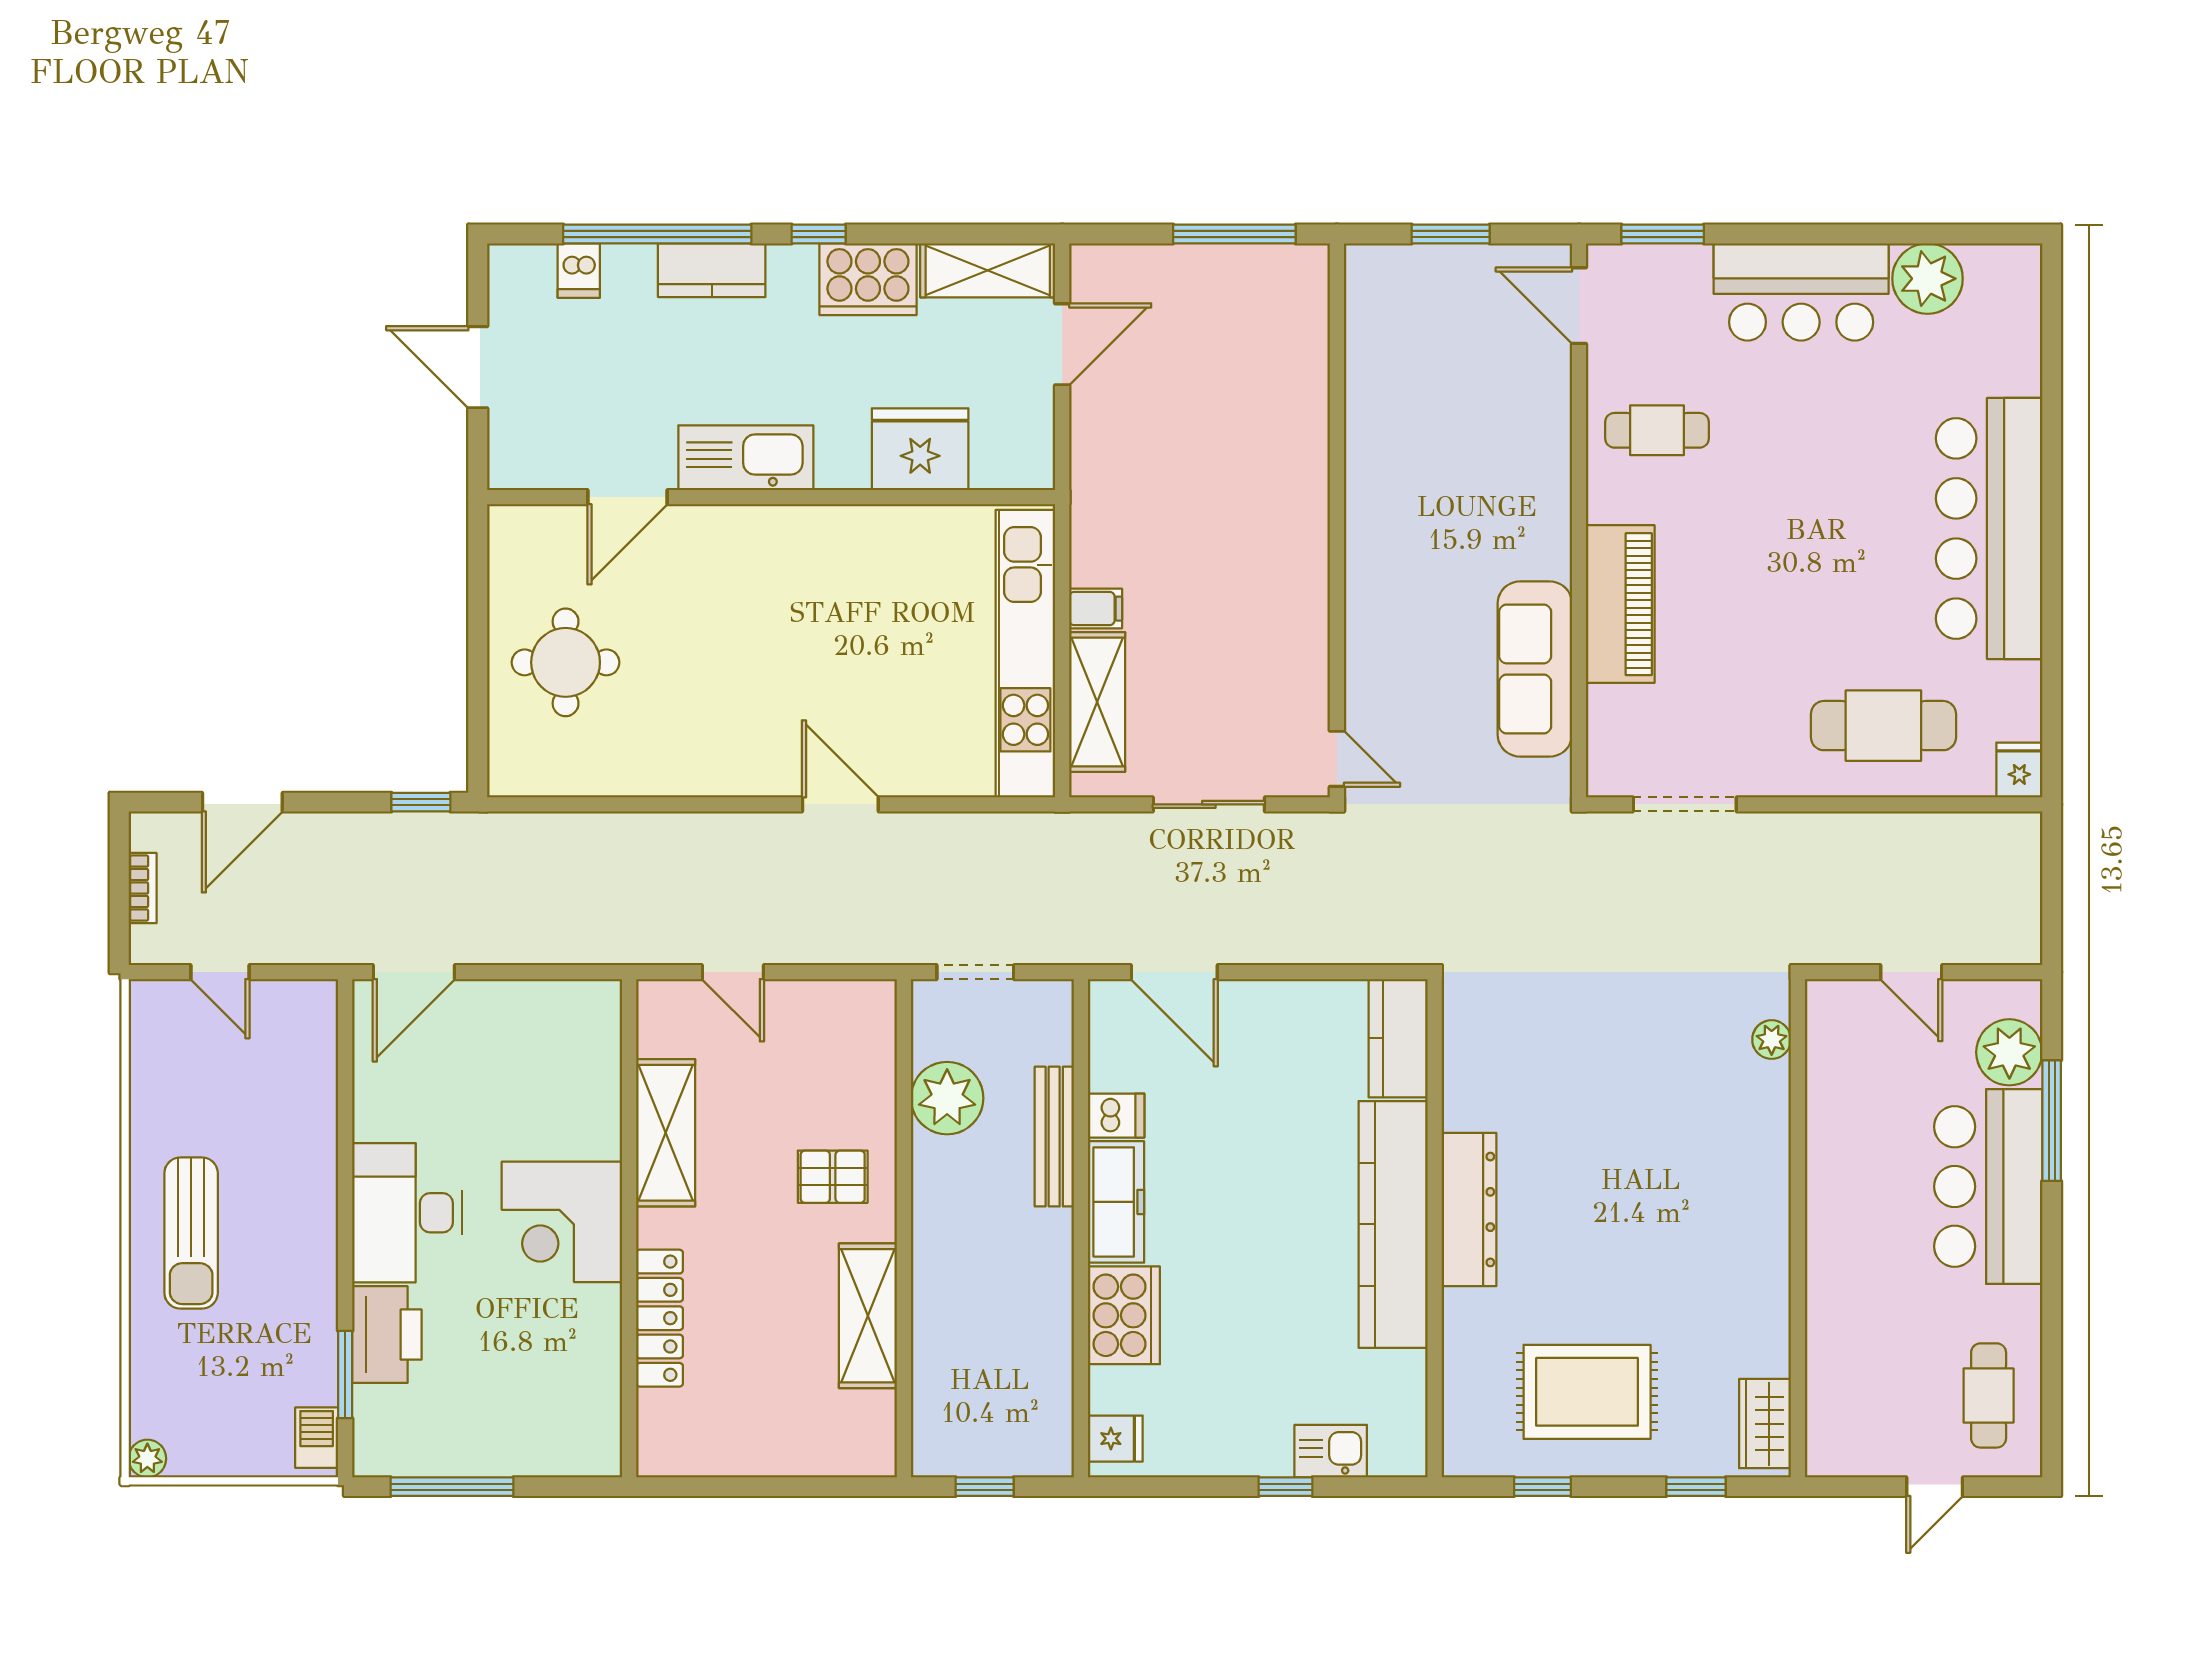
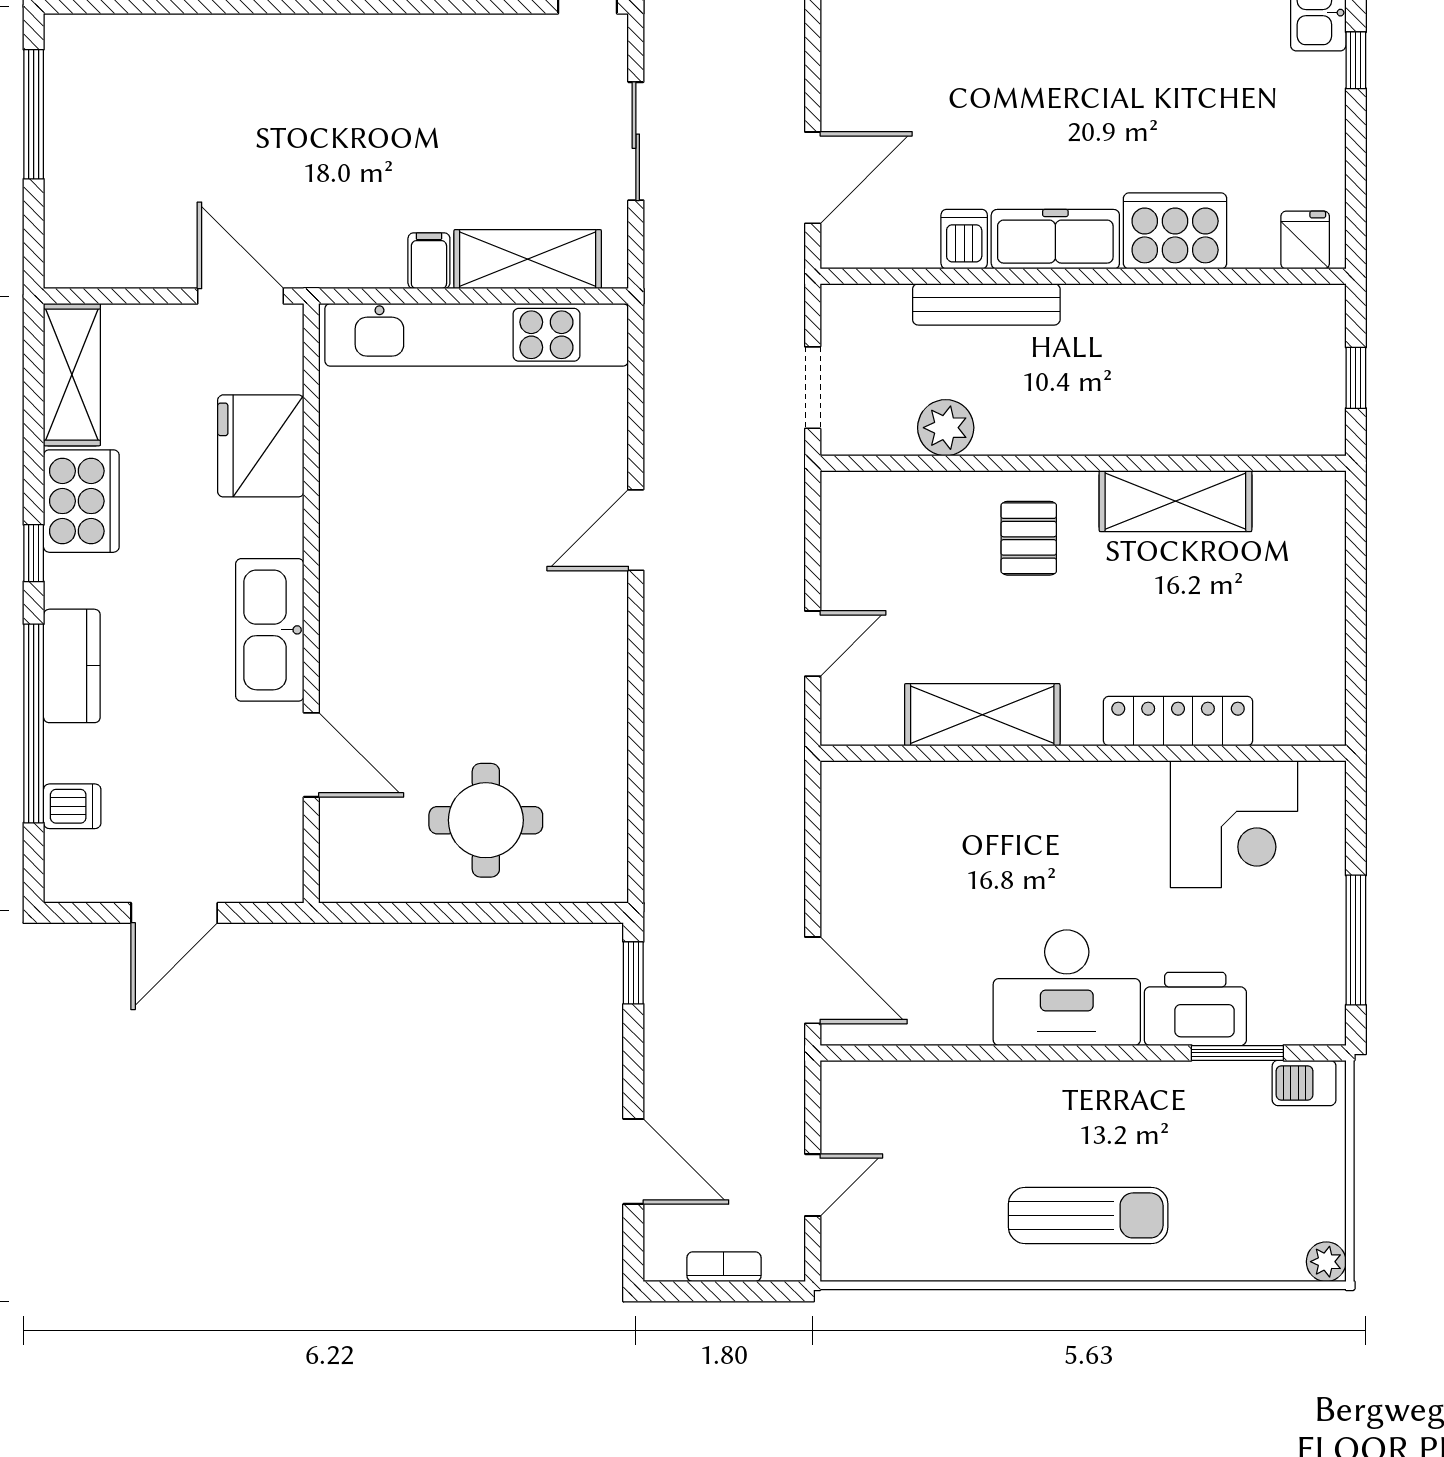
door: (1062, 344) -> (241, 296), moved
plant: (947, 1098) -> (946, 428), width x0.73, depth x0.73
corner desk: (562, 1222) -> (1234, 824), moved

